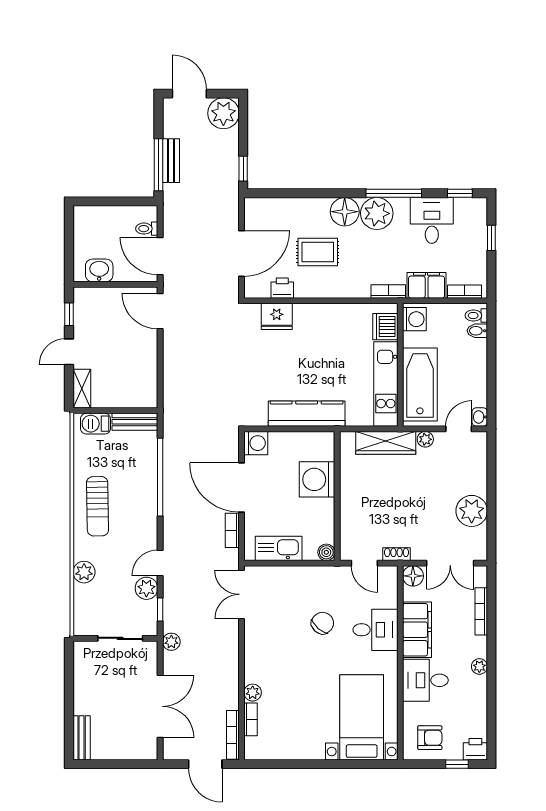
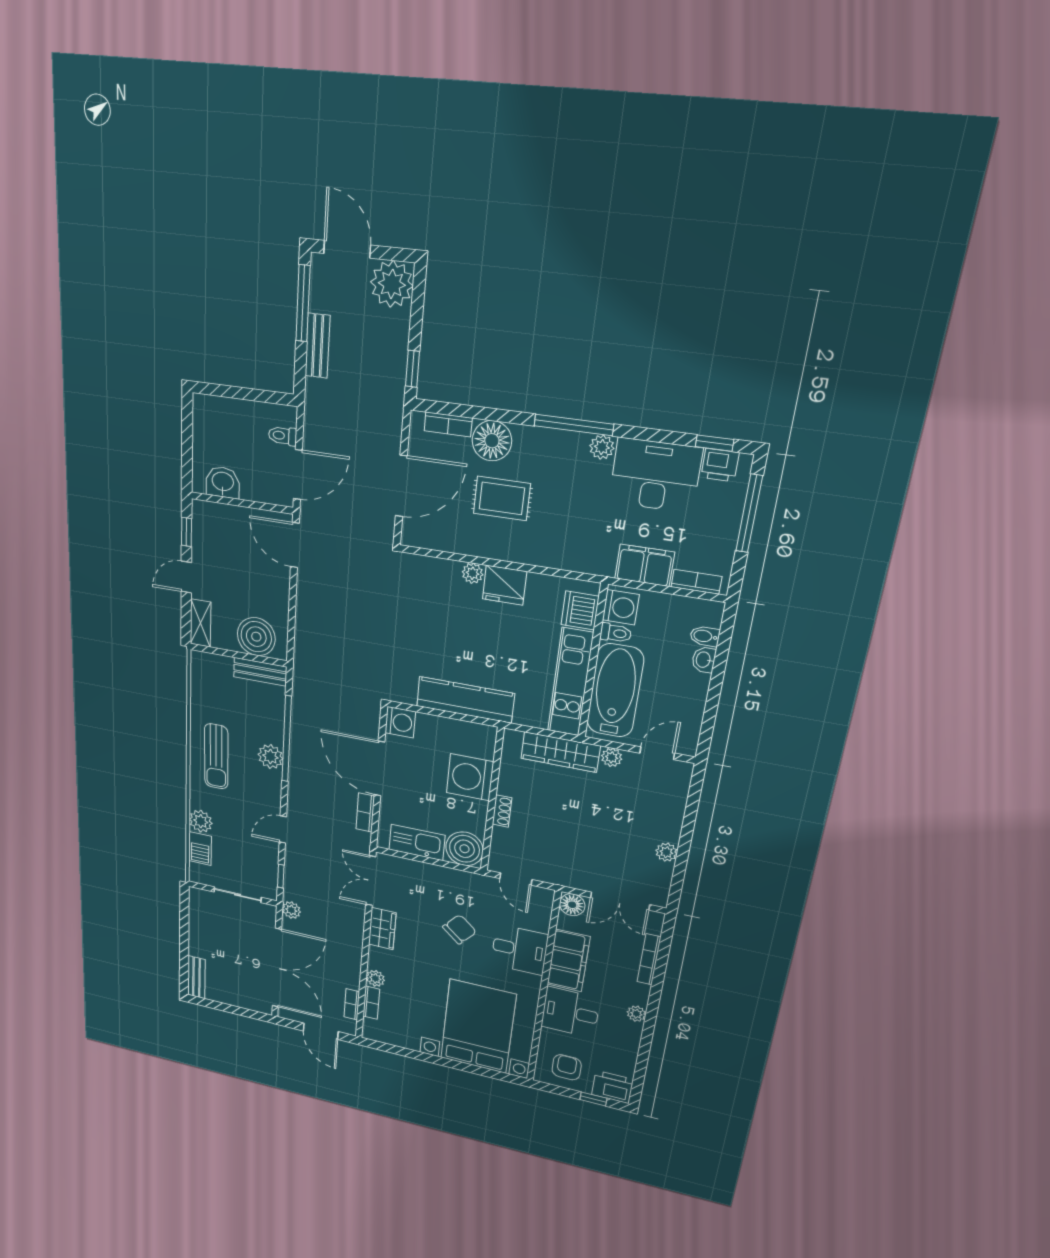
window: (159, 165) -> (303, 303), moved
window: (394, 193) -> (574, 425), moved
floor lamp: (345, 212) -> (492, 441), moved
plant: (377, 213) -> (602, 447), width x0.53, depth x0.53
desk: (432, 220) -> (655, 475), width x1.37
window: (491, 238) -> (749, 514), width x2.17
door: (160, 256) -> (298, 475), swing flipped
printer: (282, 288) -> (720, 465), moved, turned 180
bookcase: (388, 291) -> (448, 424), moved, turned 180
plant: (302, 311) -> (473, 573), added
fridge: (277, 316) -> (505, 585), moved
toilet: (476, 316) -> (616, 633), moved, turned 180
boiler: (131, 392) -> (256, 637), added
washbasin: (480, 417) -> (704, 660), moved
barbecue: (95, 424) -> (200, 848), moved, turned -90
plant: (472, 511) -> (666, 852), width x0.53, depth x0.53
boiler: (326, 552) -> (464, 849), width x1.86, depth x1.86
shoe rack: (397, 554) -> (502, 811), moved, turned 90
plant: (146, 588) -> (270, 757), moved
wardrobe: (255, 640) -> (382, 929), added
double door: (160, 706) -> (277, 968), width x1.36
bed with nightstands: (362, 717) -> (478, 1026), width x1.36
bookcase: (233, 735) -> (352, 1004), width x0.64
armchair: (430, 738) -> (567, 1067), turned -90
printer: (475, 749) -> (612, 1087), width x1.36, depth x1.24

